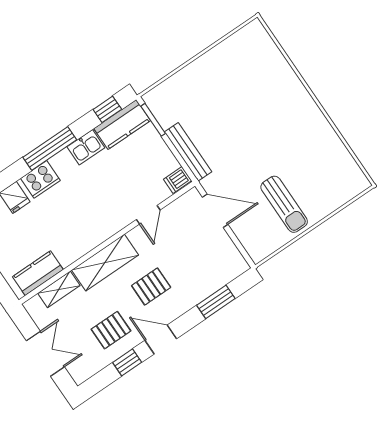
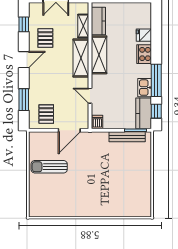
window: (50, 149) -> (156, 80), moved
bench: (188, 152) -> (127, 137), moved
shelving: (84, 241) -> (99, 55), added
pallet: (151, 286) -> (46, 114), moved
window: (127, 362) -> (24, 24), moved

